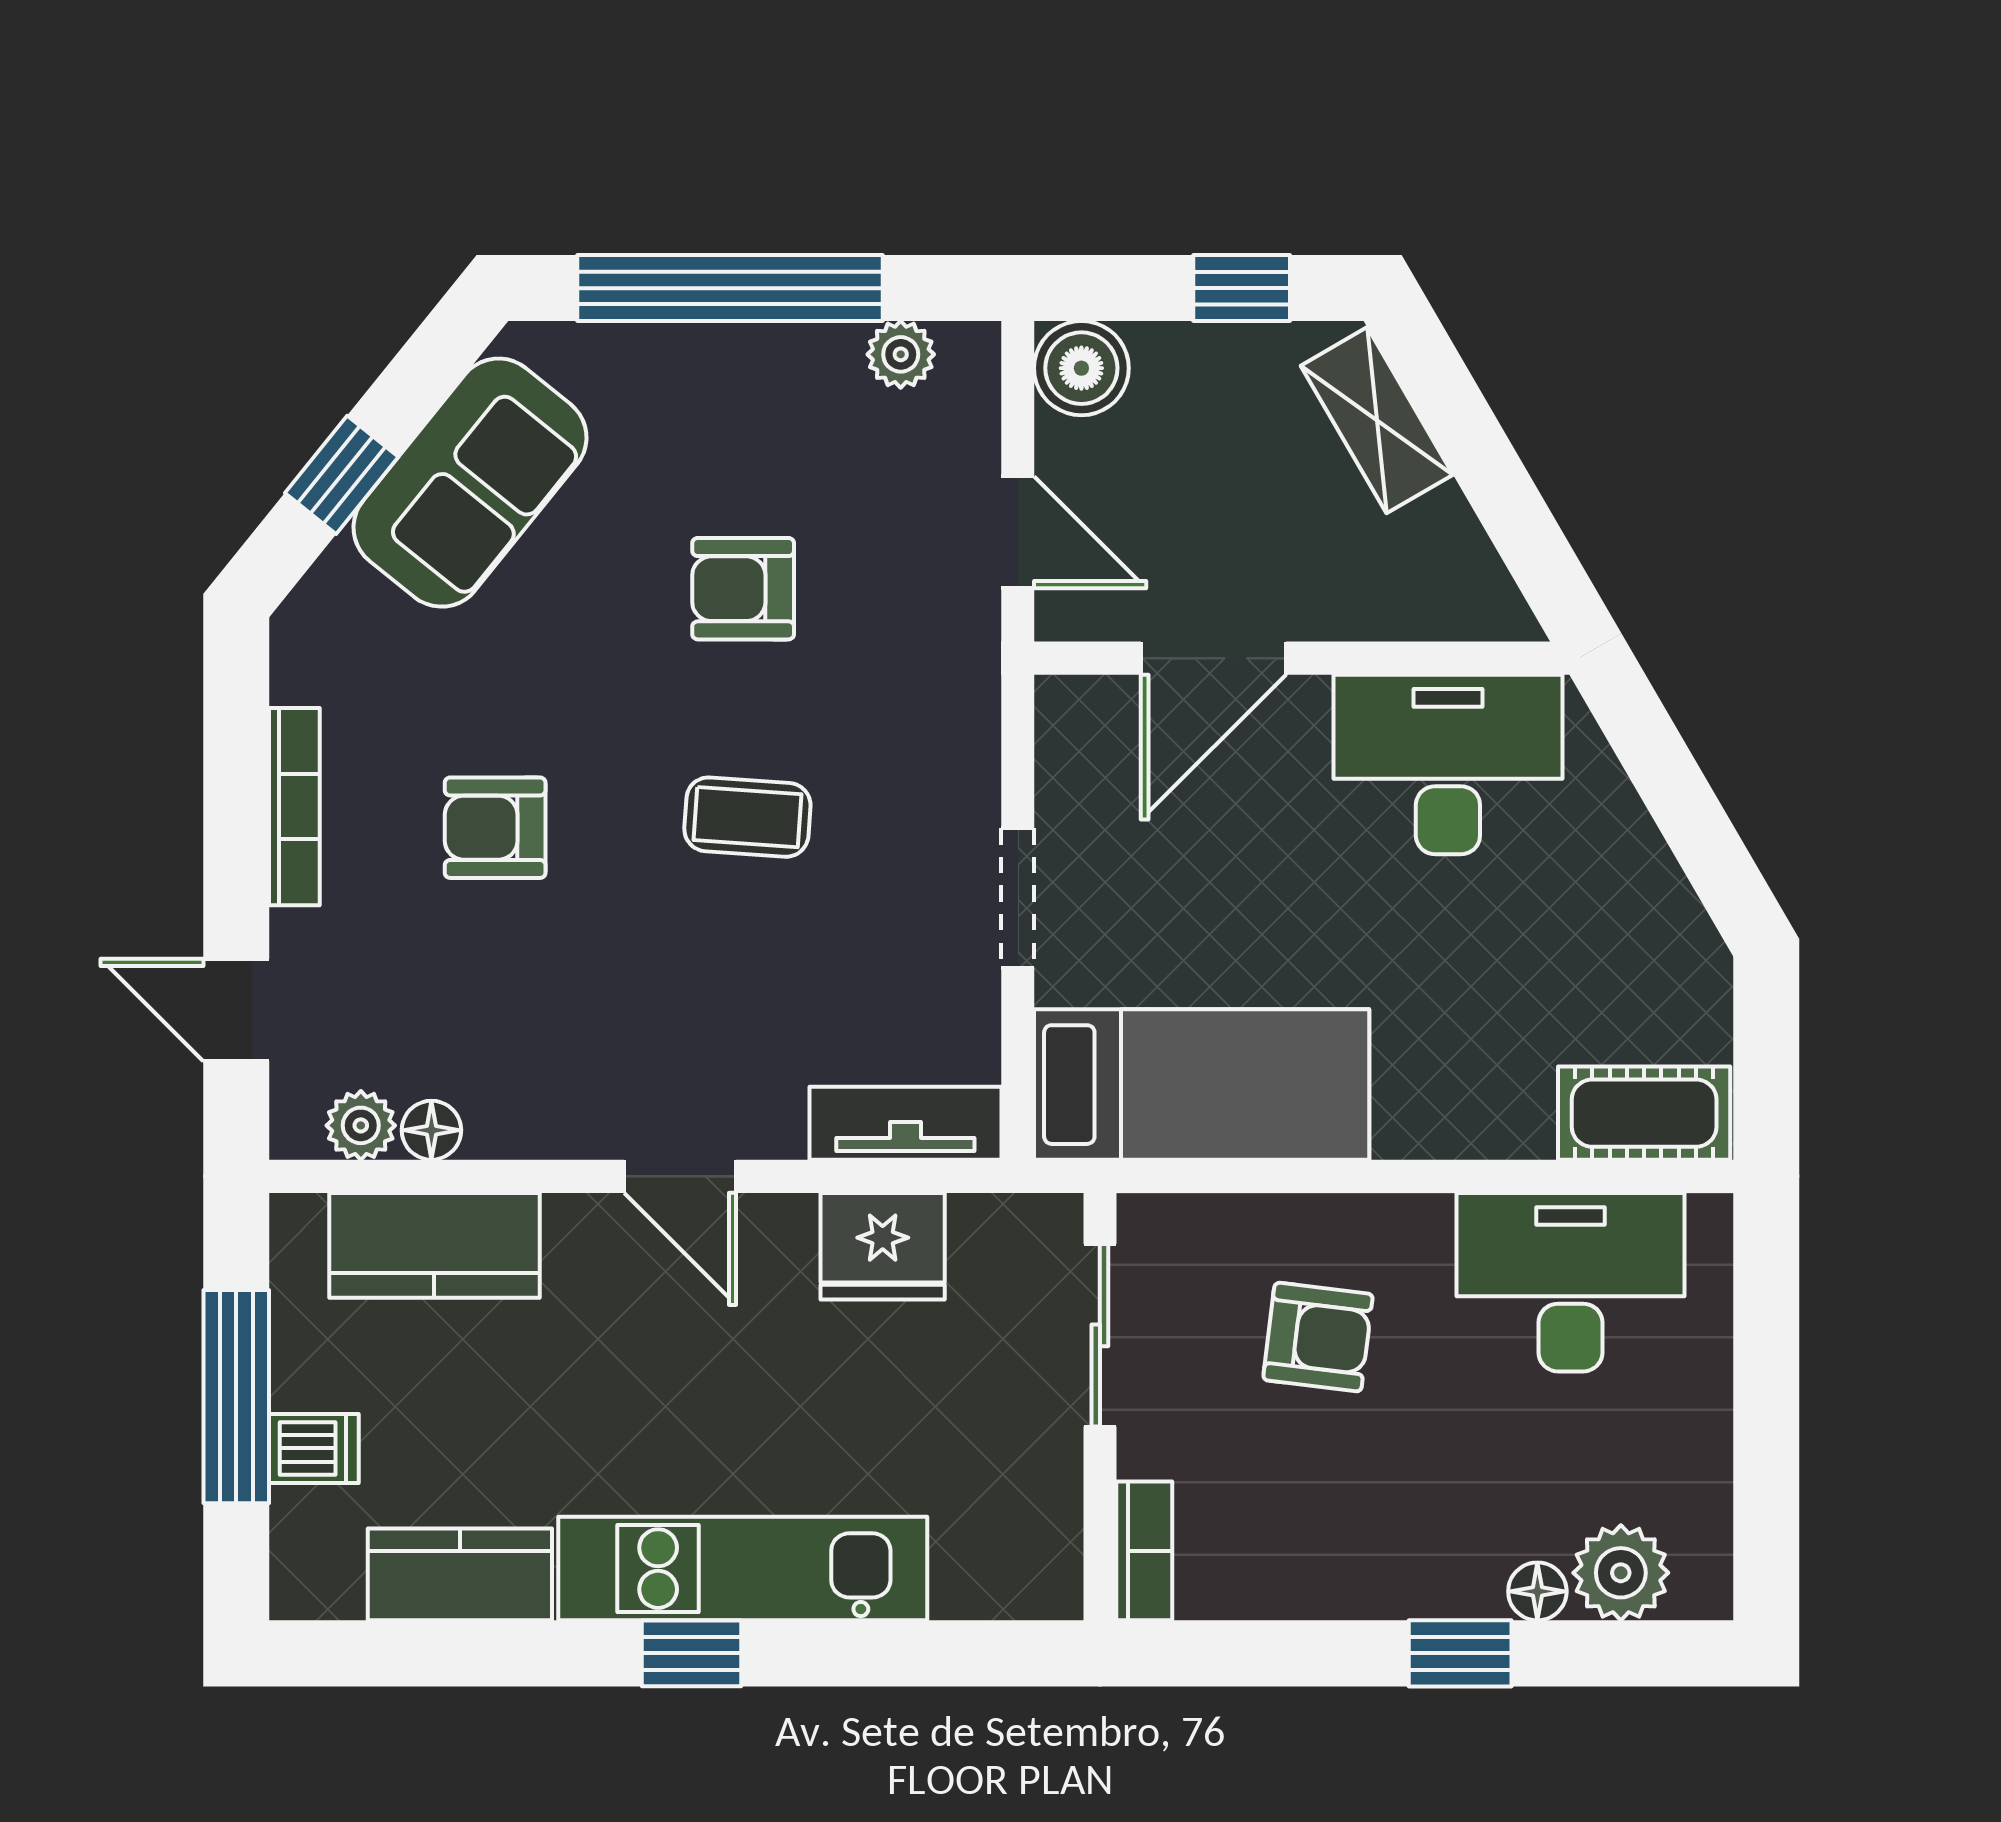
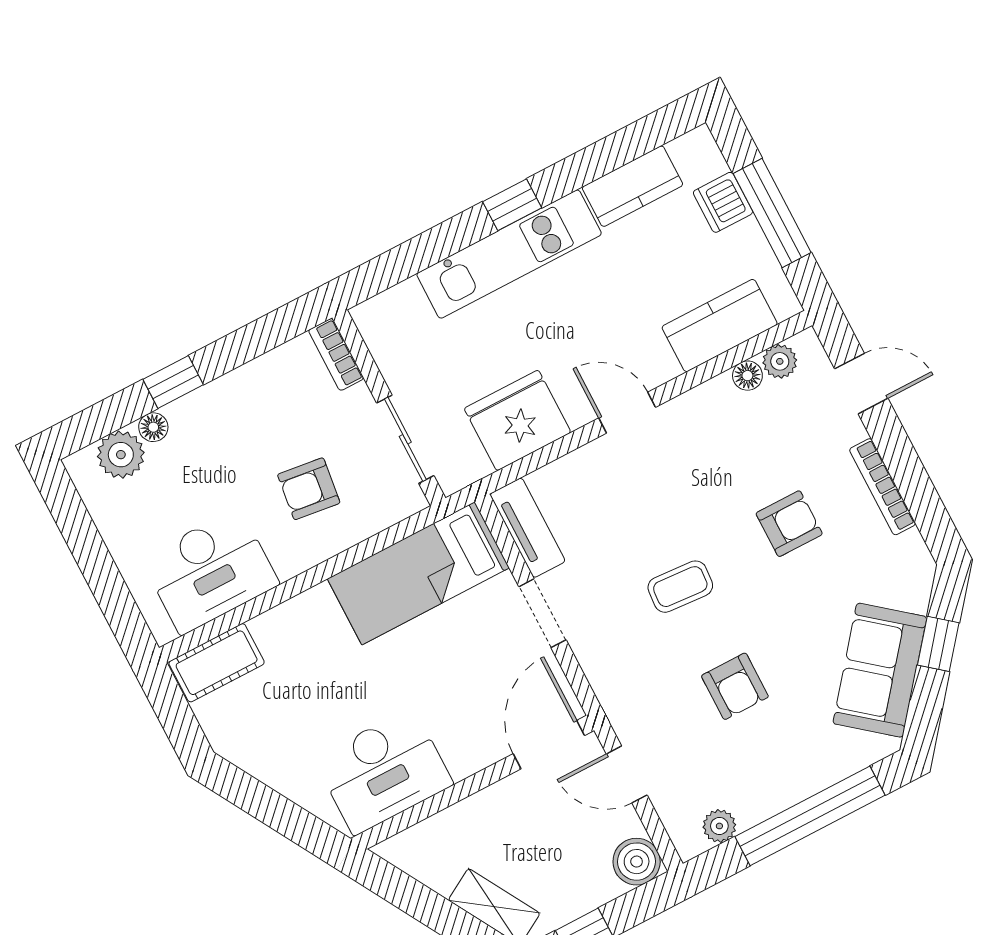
armchair: (743, 589) -> (735, 686), turned 90
door: (1214, 658) -> (549, 745), moved
tv unit: (905, 1123) -> (528, 528), moved, turned -90
fridge: (883, 1246) -> (518, 420), width x1.36, depth x1.34
dishwasher: (314, 1448) -> (723, 202), width x1.38

